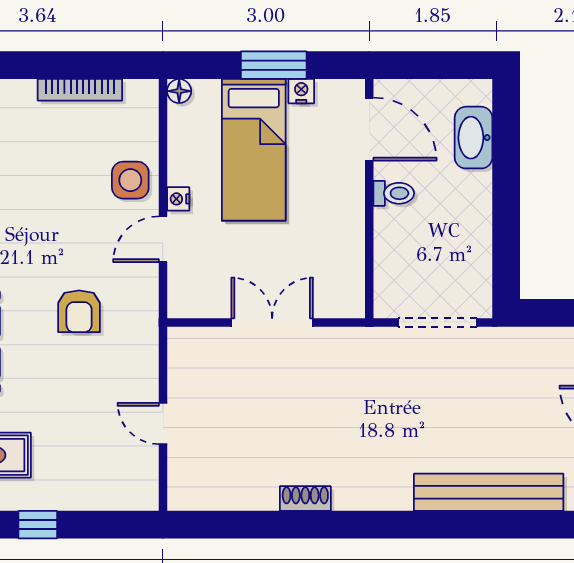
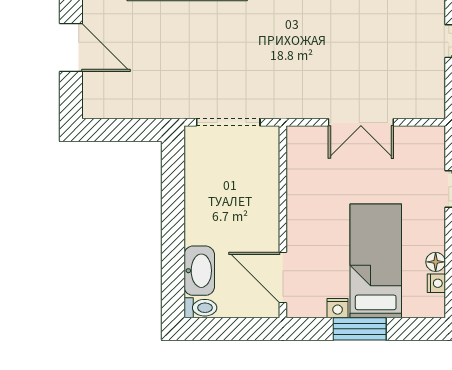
floor lamp: (179, 91) -> (436, 262), moved
toilet: (394, 193) -> (200, 308), moved, turned 180
nightstand: (178, 199) -> (436, 283), moved

